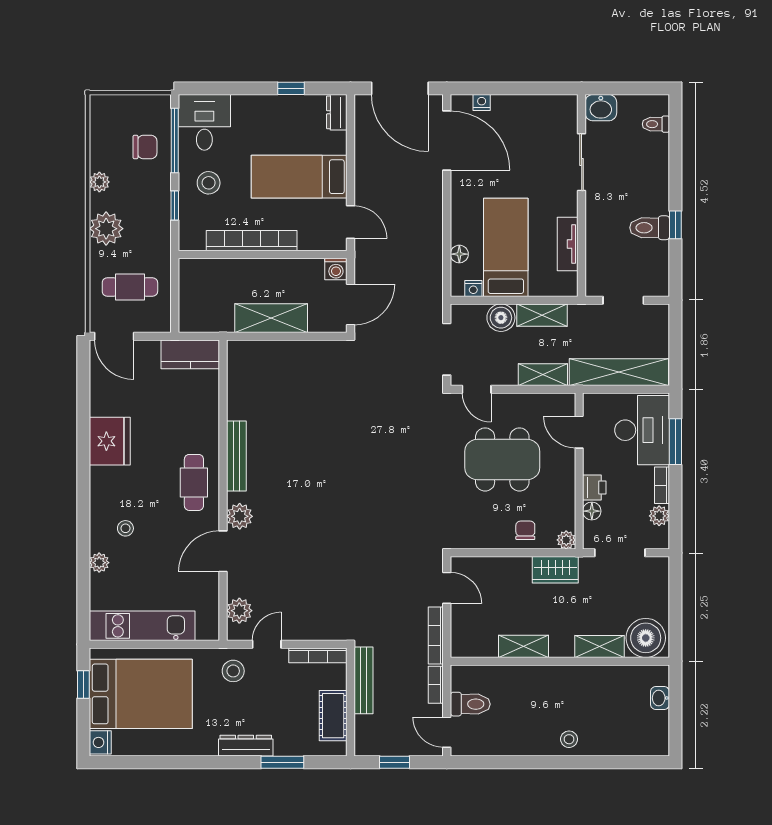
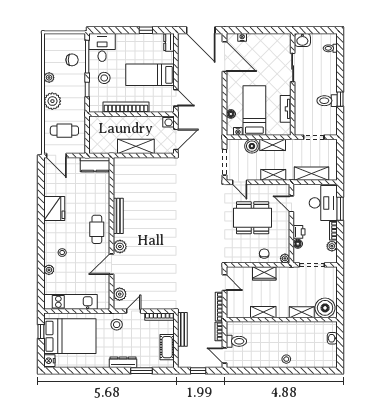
shelving: (619, 372) -> (311, 174), width x0.68
wardrobe: (555, 570) -> (264, 273), moved

